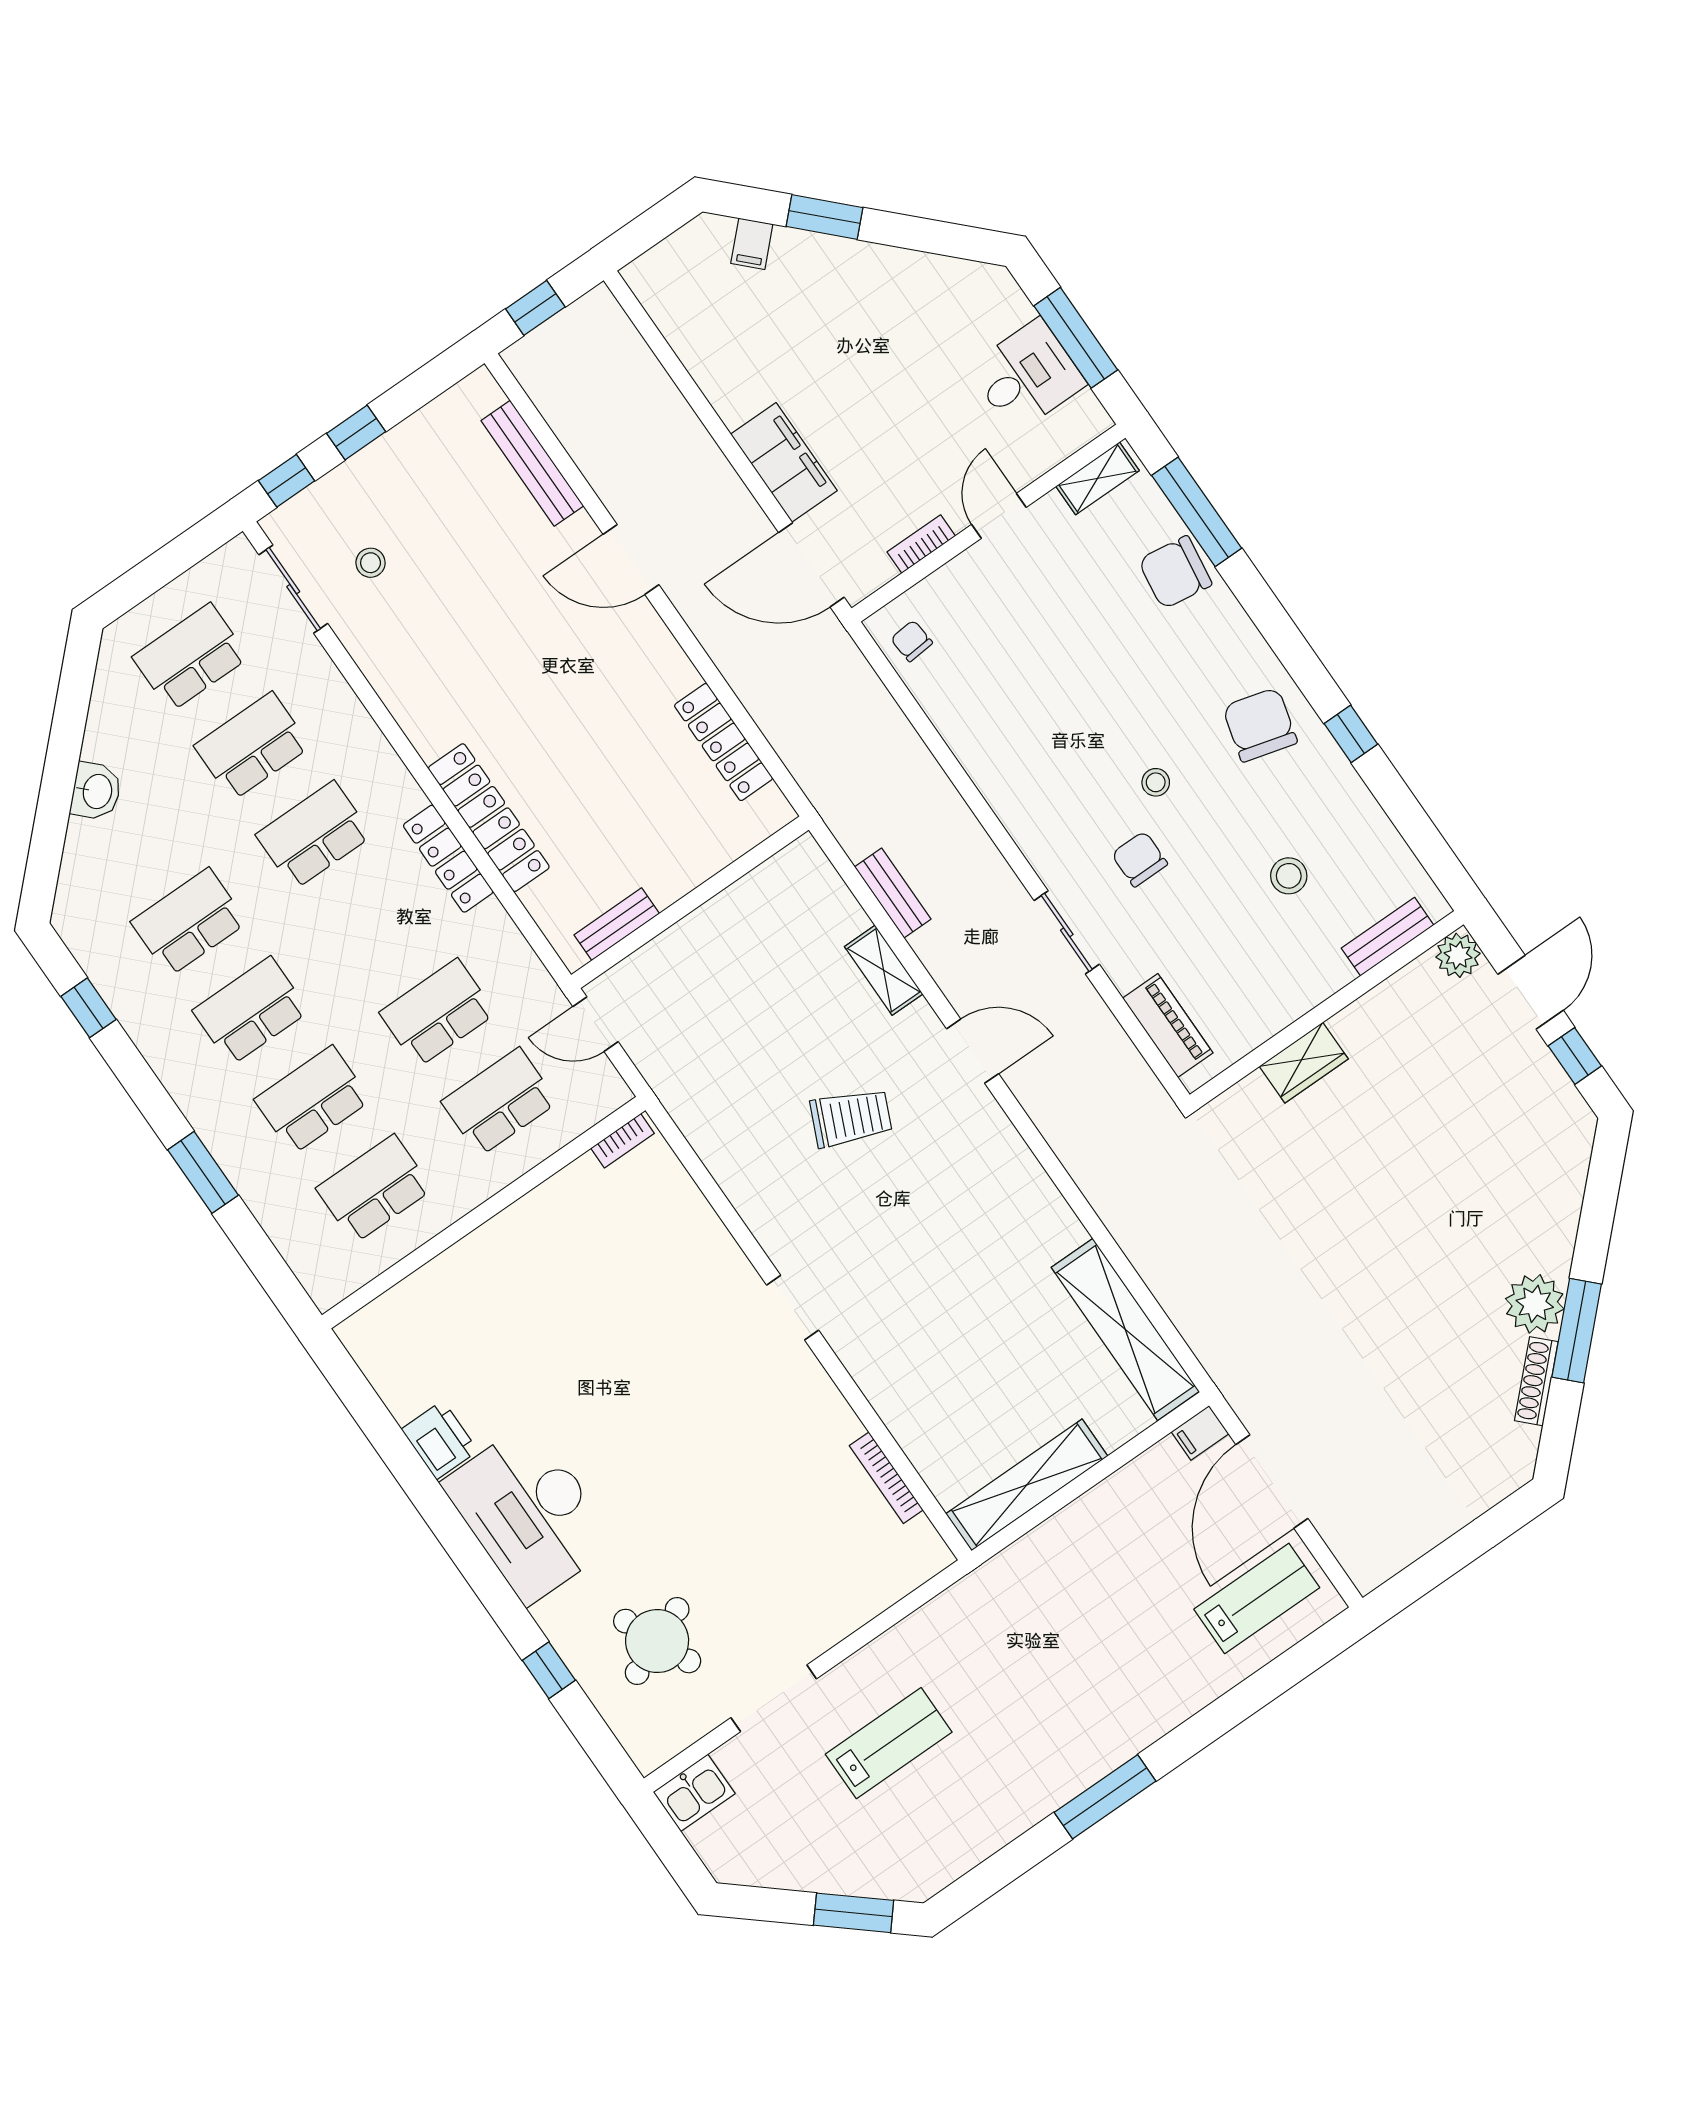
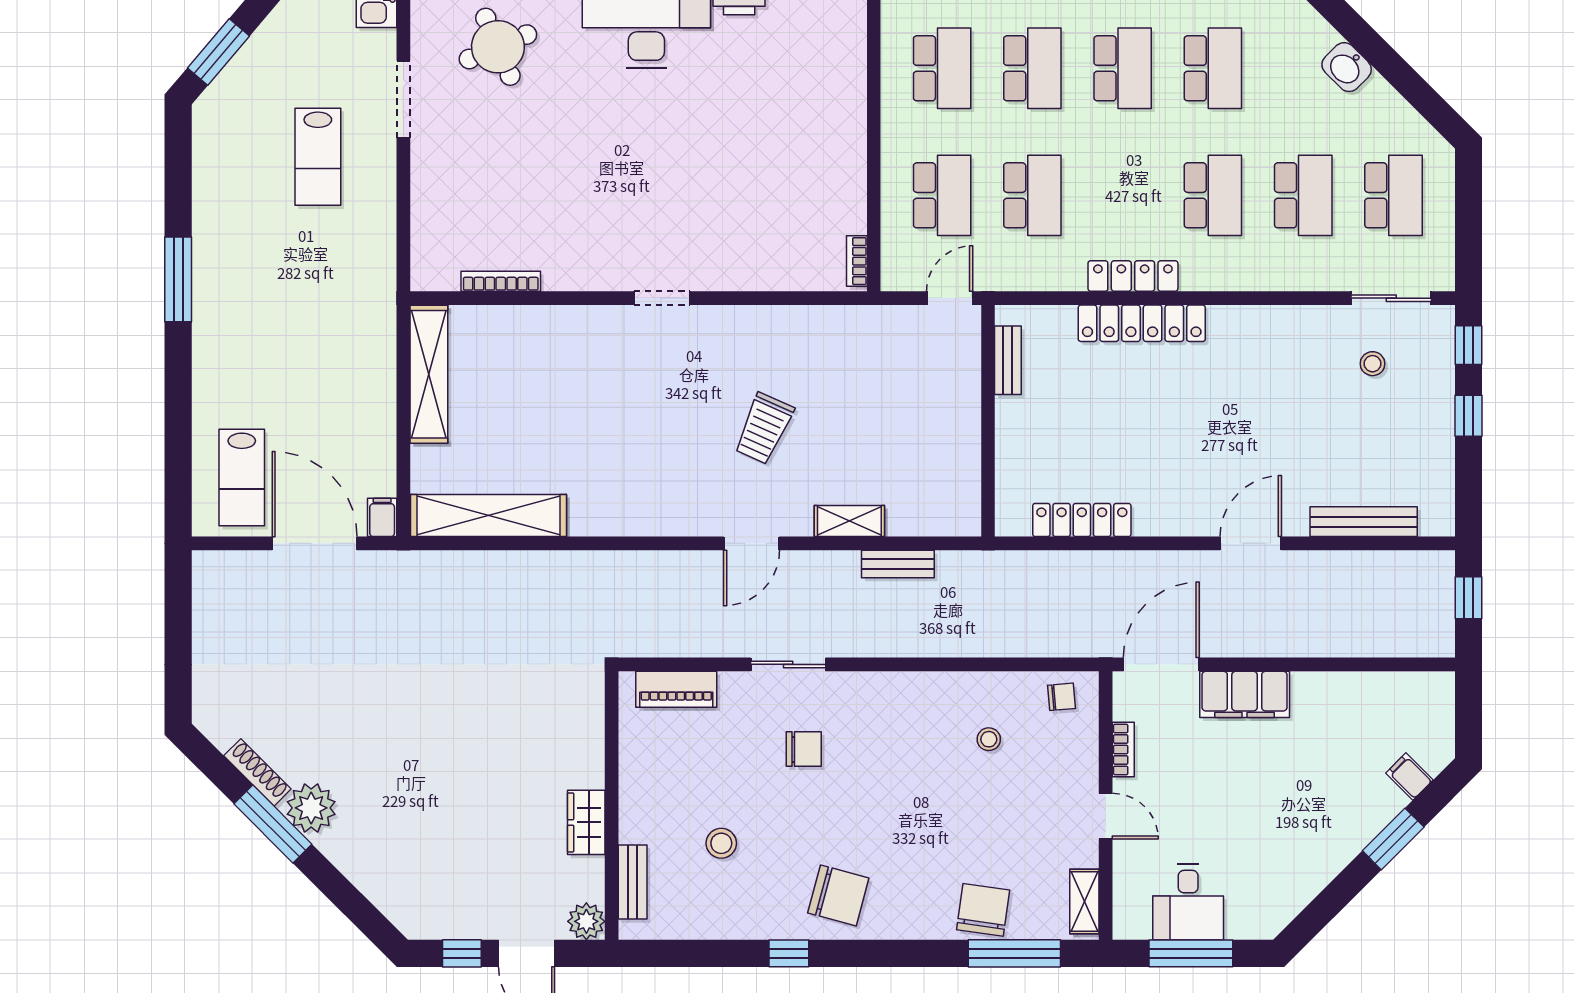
stool: (1156, 782) -> (989, 739), moved
wardrobe: (1304, 1063) -> (586, 822), moved

